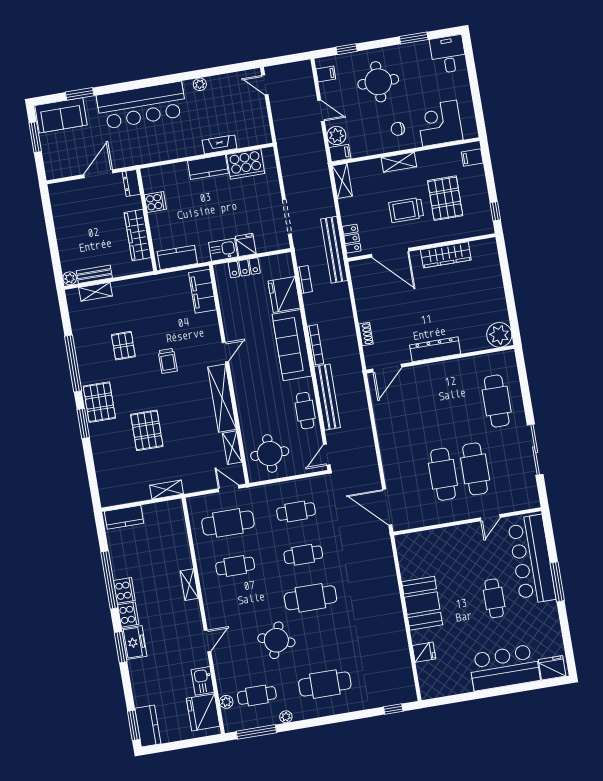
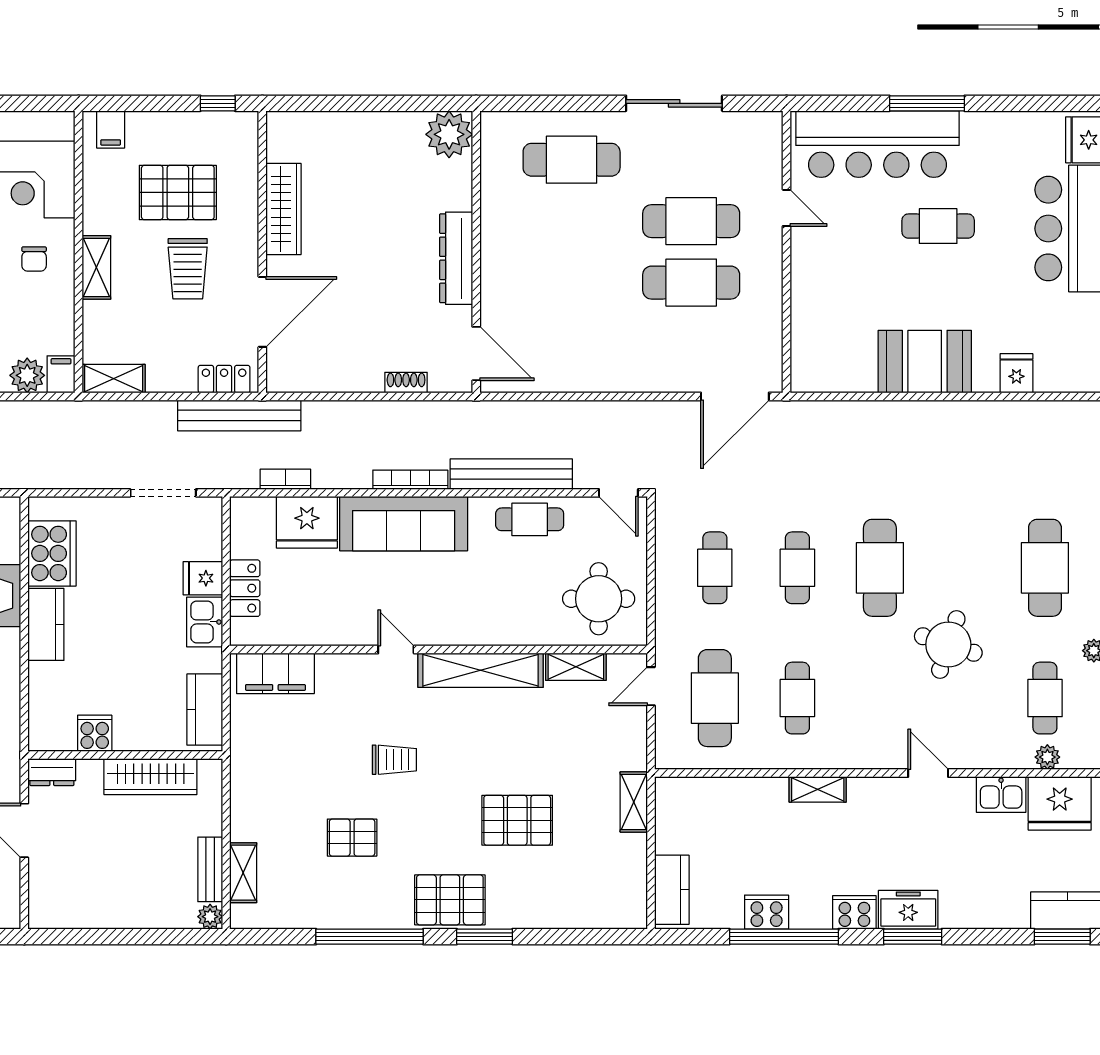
cooker: (124, 590) -> (767, 912), moved

